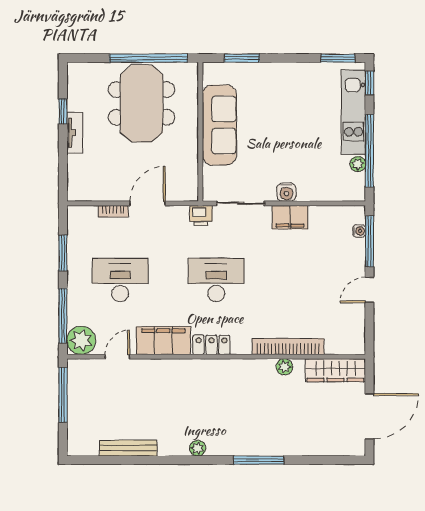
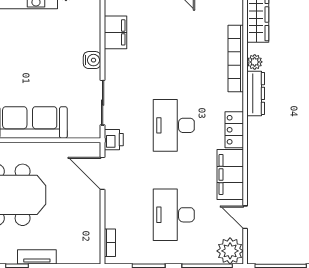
door: (147, 203) -> (103, 173), moved
bookcase: (113, 211) -> (110, 243), moved
filing cabinet: (290, 217) -> (115, 32), moved
dresser: (251, 368) -> (256, 93), added

